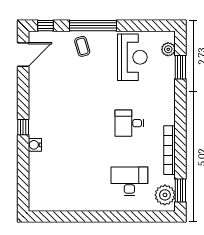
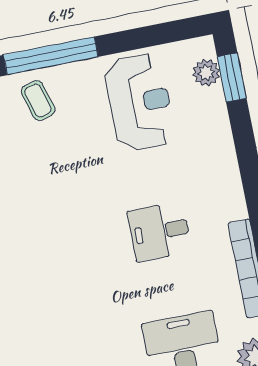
window: (180, 67) -> (232, 77), moved

